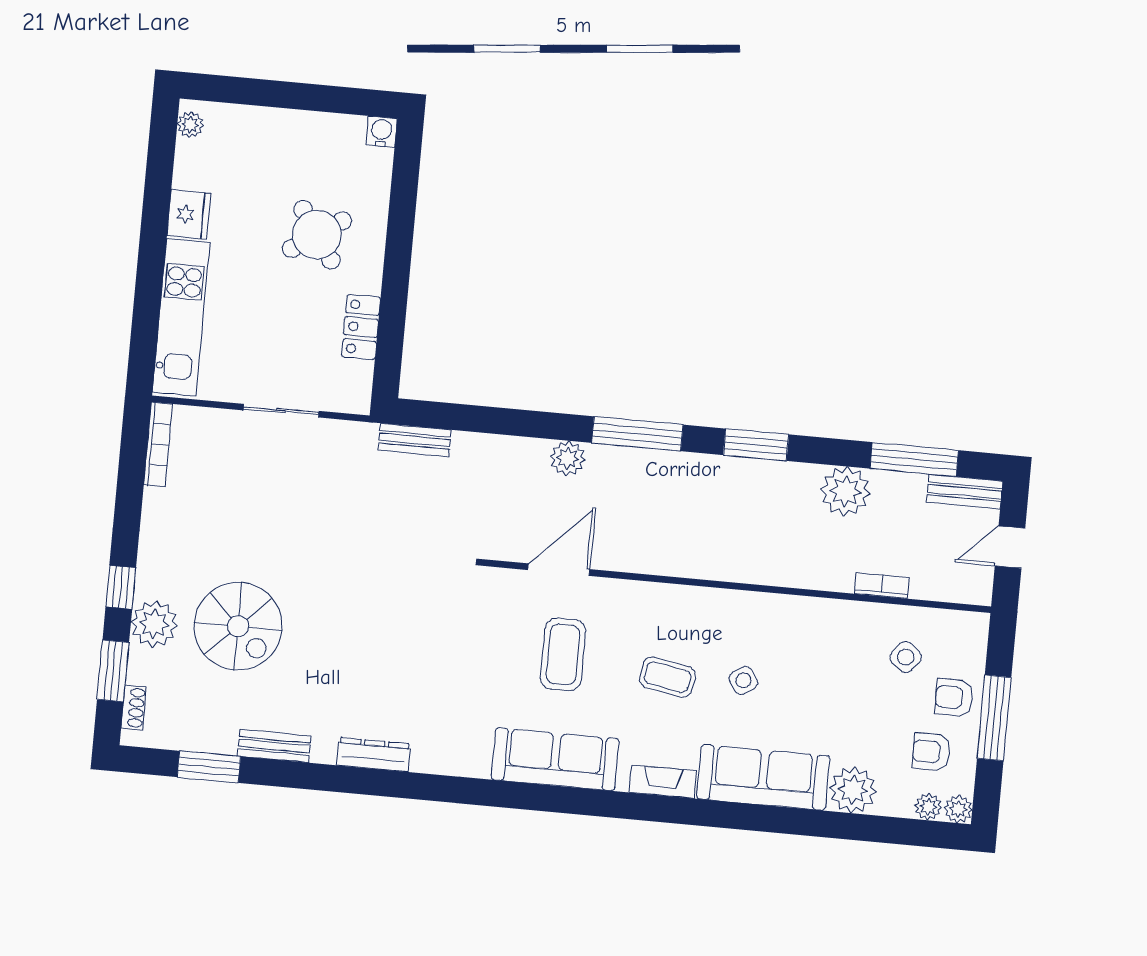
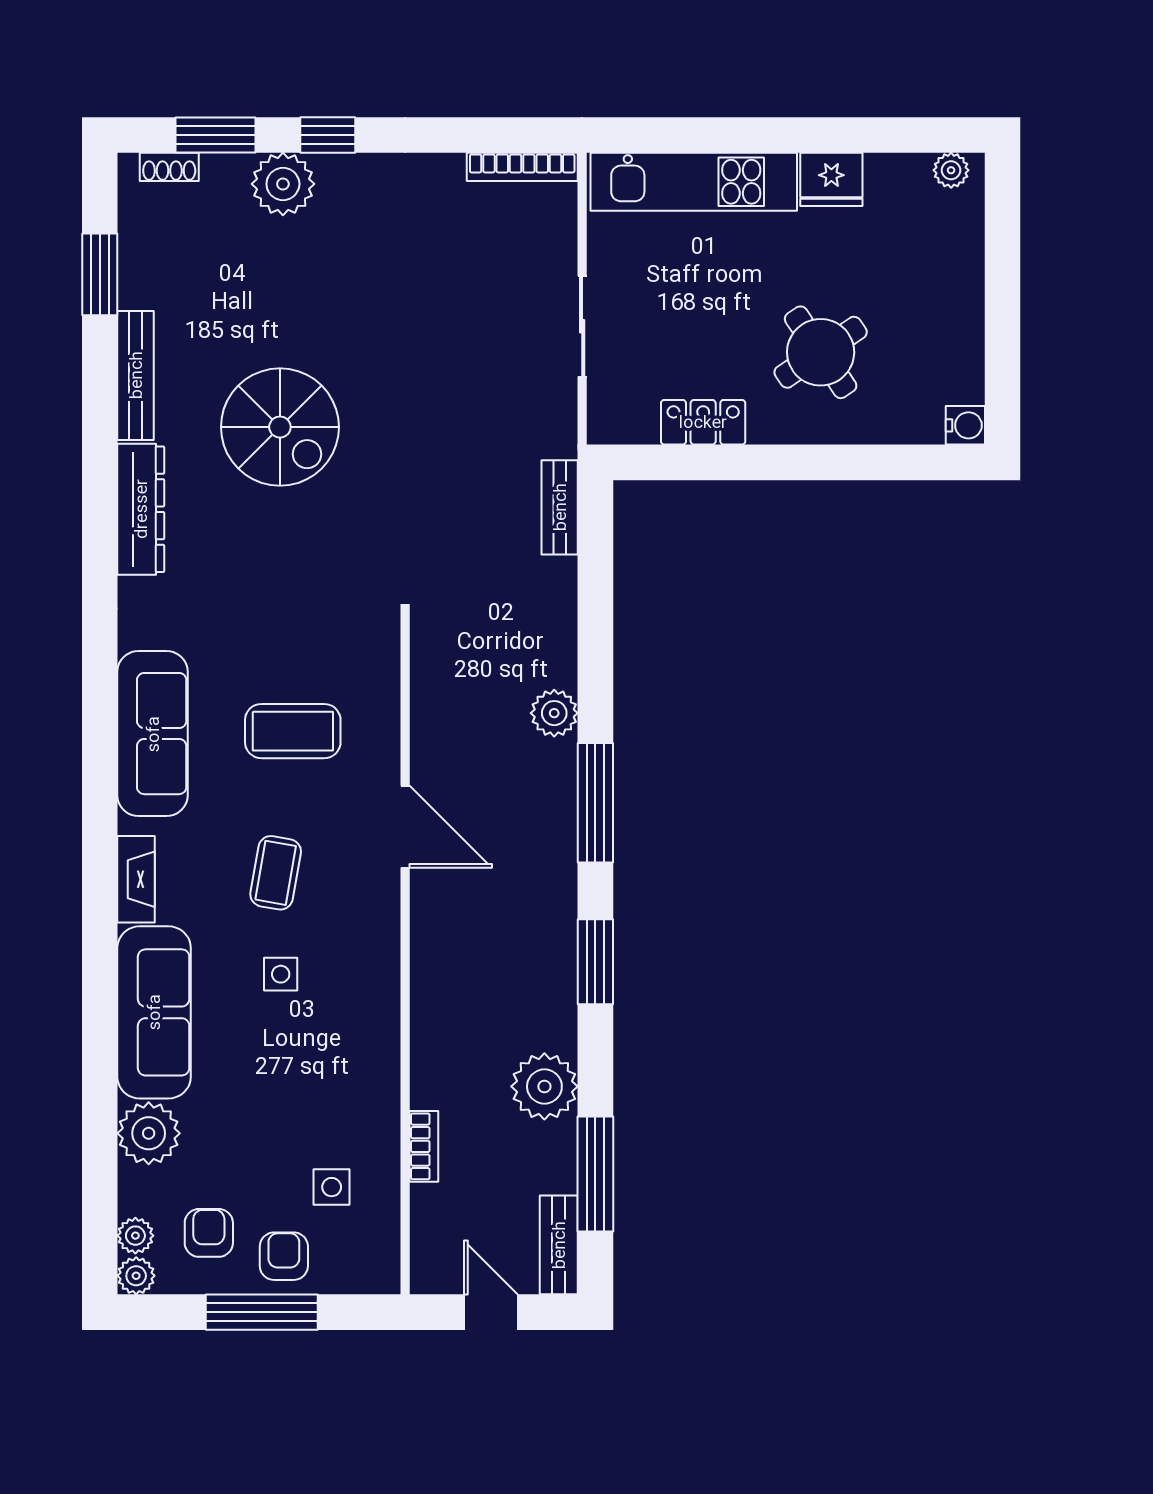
door: (559, 570) -> (405, 827), moved
spiral stairs: (238, 626) -> (280, 427), moved, turned -90
side table: (906, 657) -> (332, 1187), turned -38
side table: (743, 680) -> (281, 974), turned 32
bench: (274, 746) -> (136, 375), width x1.36
dresser: (374, 755) -> (141, 509), width x1.37, depth x1.24

